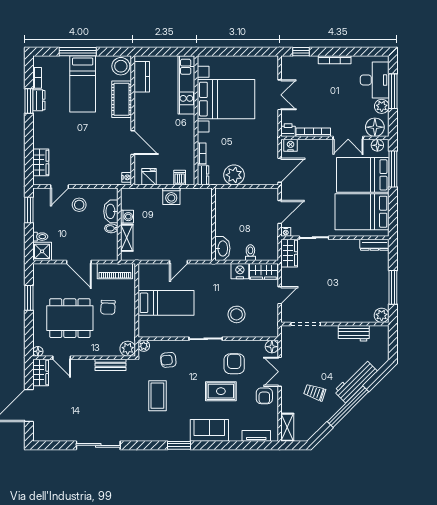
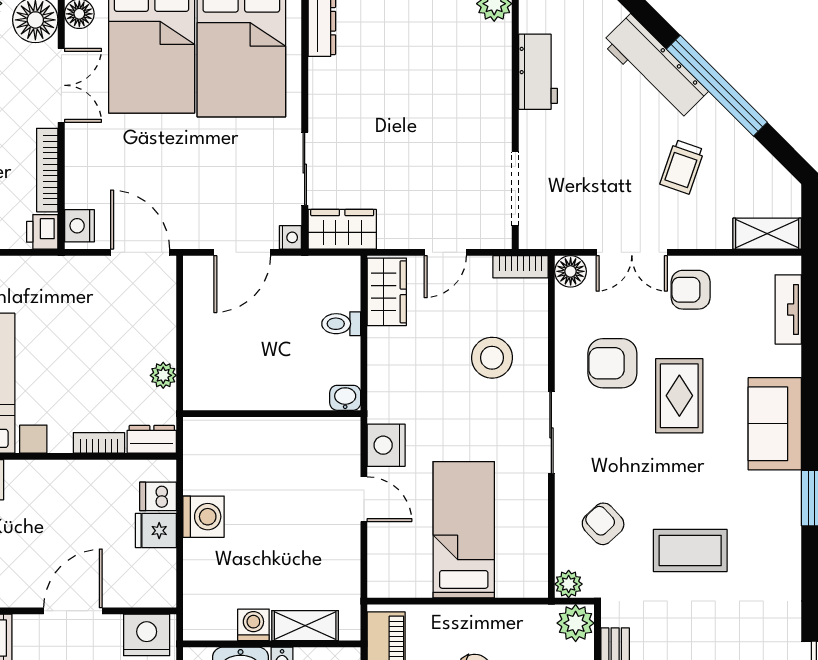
plant: (234, 175) -> (163, 375), width x0.53, depth x0.53
nightstand: (127, 177) -> (147, 635), width x1.89, depth x1.79
fridge: (149, 177) -> (156, 531), moved
door: (280, 212) -> (242, 252), swing flipped
washbasin: (222, 248) -> (345, 398), width x0.52, depth x0.69
nightstand: (240, 271) -> (386, 445), moved
door: (280, 295) -> (445, 252), swing flipped
bookcase: (274, 326) -> (521, 267), added
armchair: (168, 360) -> (603, 524), turned 143
armchair: (264, 396) -> (691, 290), turned 180

